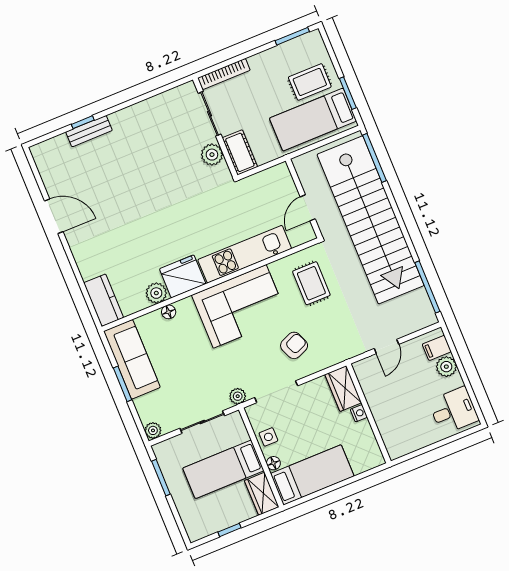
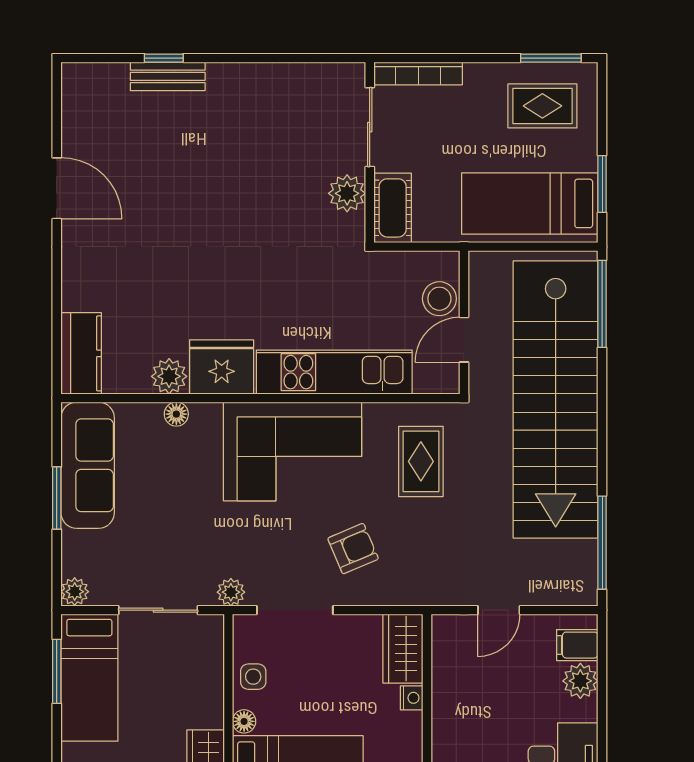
rug: (310, 82) -> (542, 106), moved
stool: (285, 191) -> (439, 299), added
bed: (223, 469) -> (89, 678), moved, turned -90

